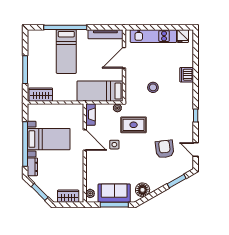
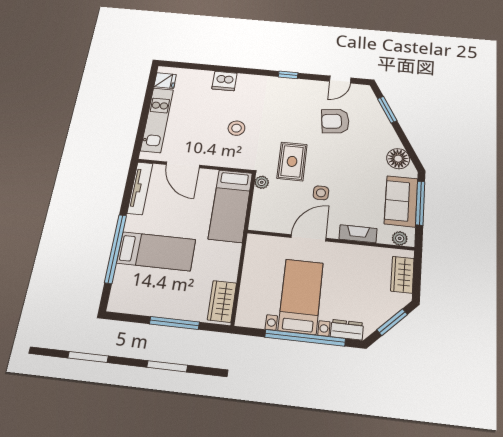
fireplace: (90, 114) -> (358, 234), moved

